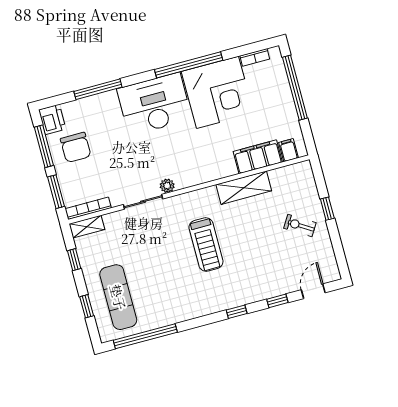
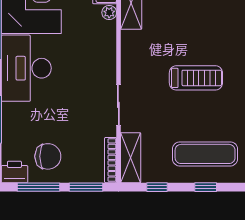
plant: (167, 186) -> (109, 13), moved
shelving: (87, 227) -> (131, 158), width x1.50, depth x1.33
treadmill: (206, 244) -> (196, 78), moved

